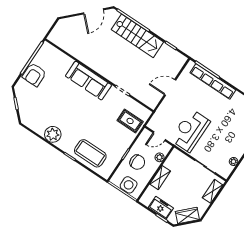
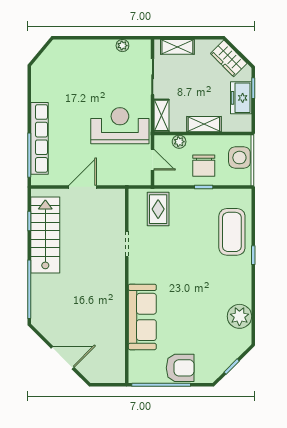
door: (94, 11) -> (63, 358), moved
stairs: (137, 36) -> (45, 235), moved
sofa: (88, 81) -> (142, 317), moved
door: (170, 87) -> (83, 187), swing flipped
reception desk: (190, 131) -> (120, 126), turned 180
plant: (53, 134) -> (239, 316), moved
shelving: (181, 157) -> (162, 115), added
chair: (137, 162) -> (204, 166), turned 180

